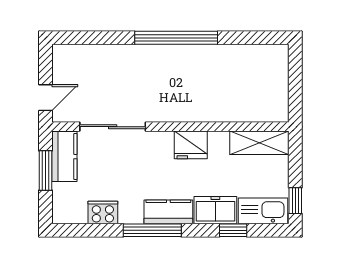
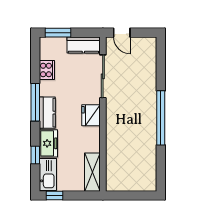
fridge: (191, 145) -> (91, 115), moved
window: (46, 171) -> (58, 33), moved

